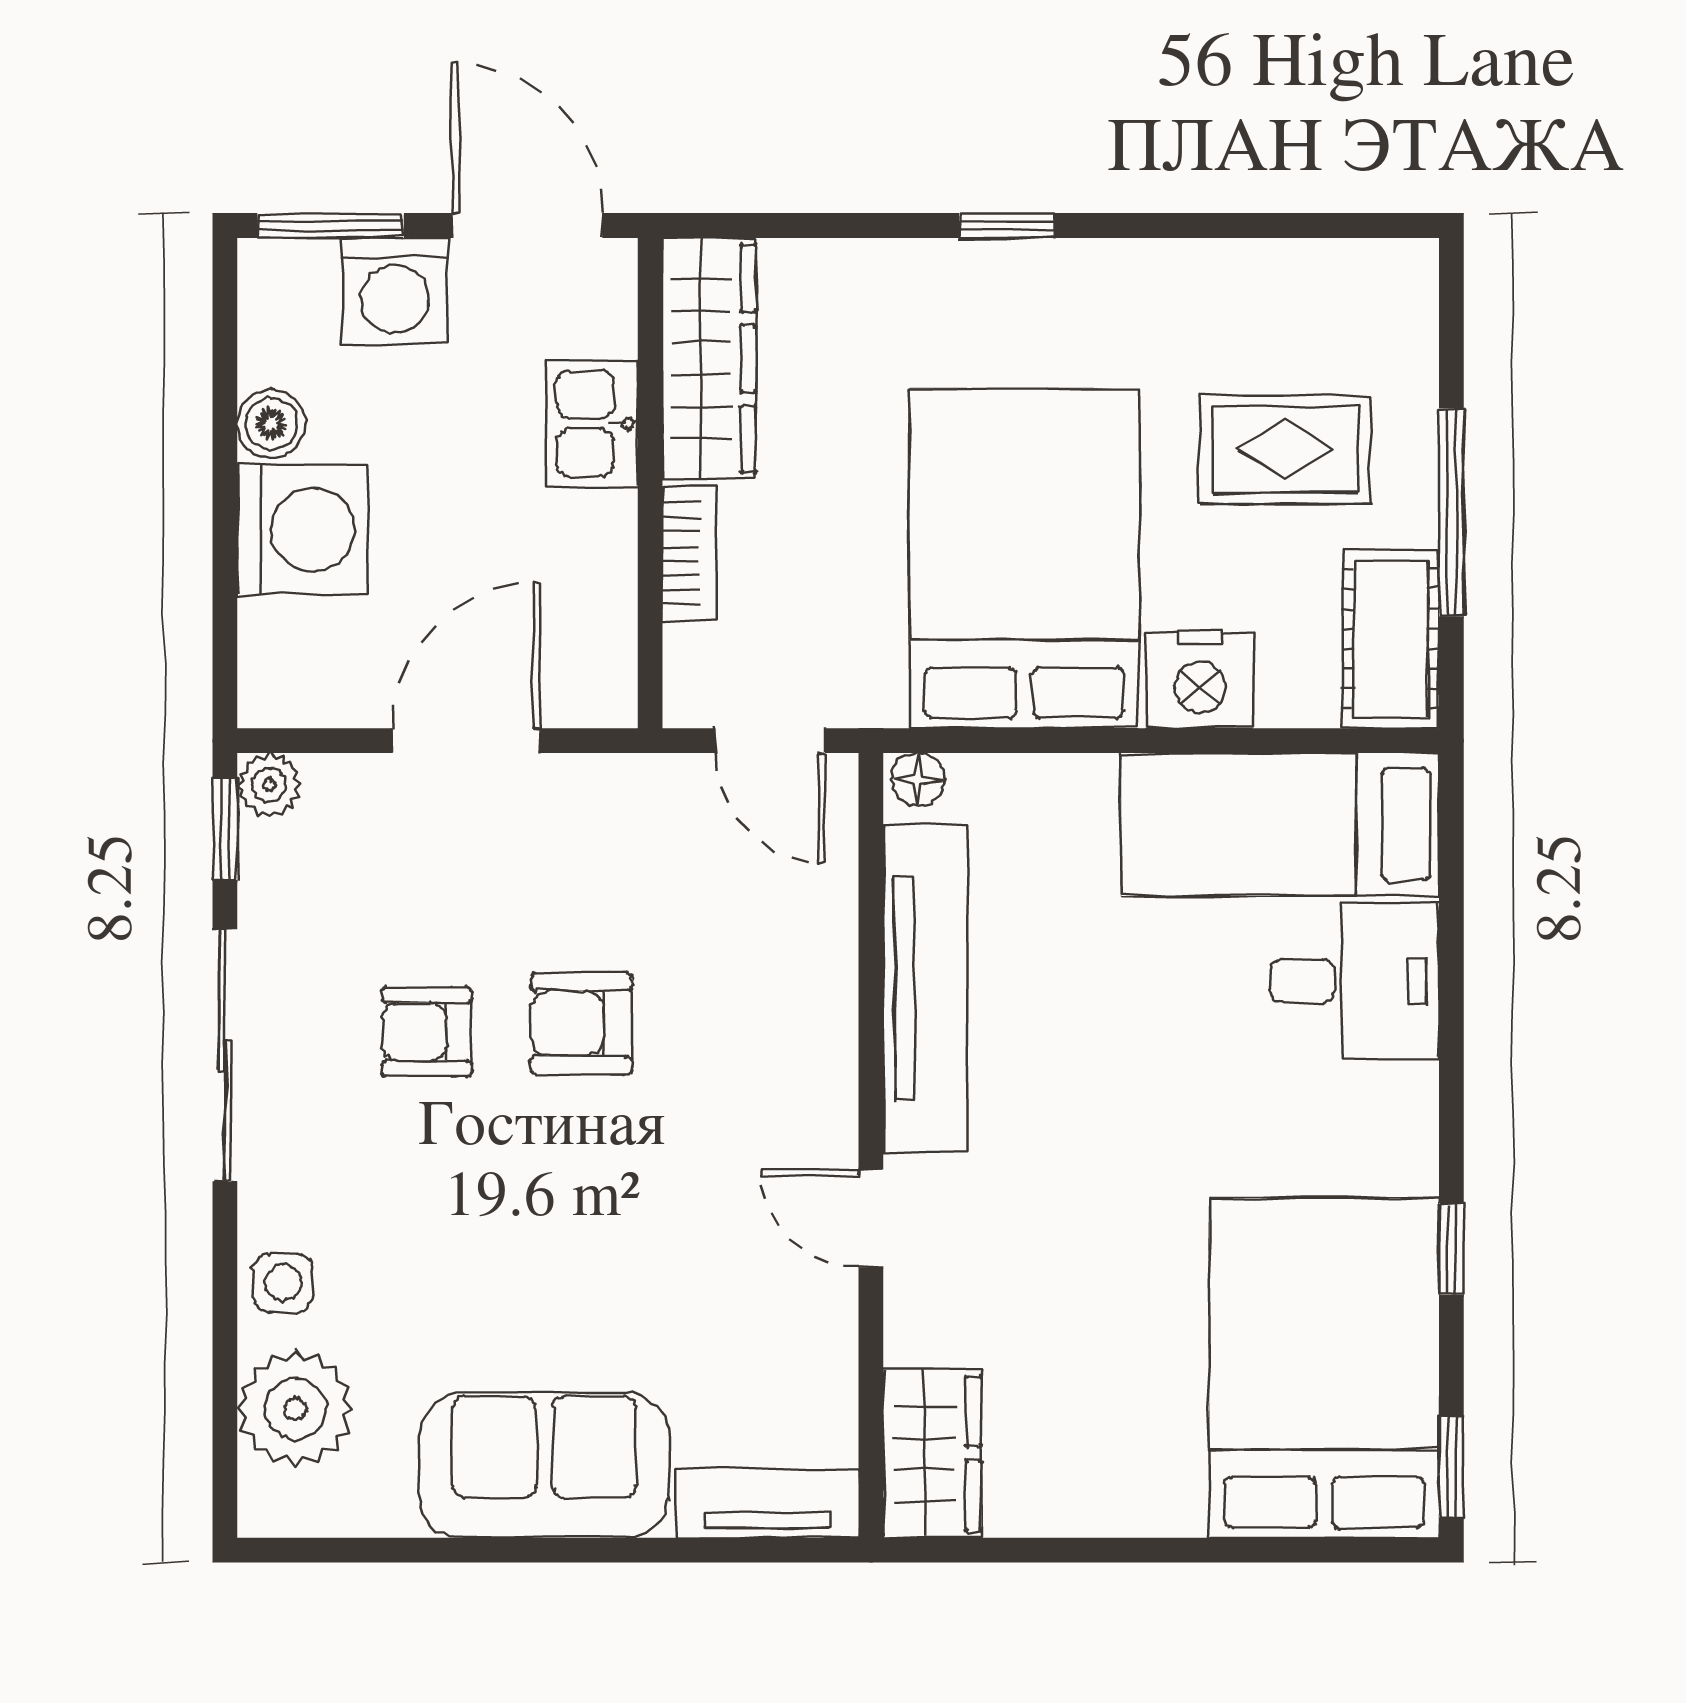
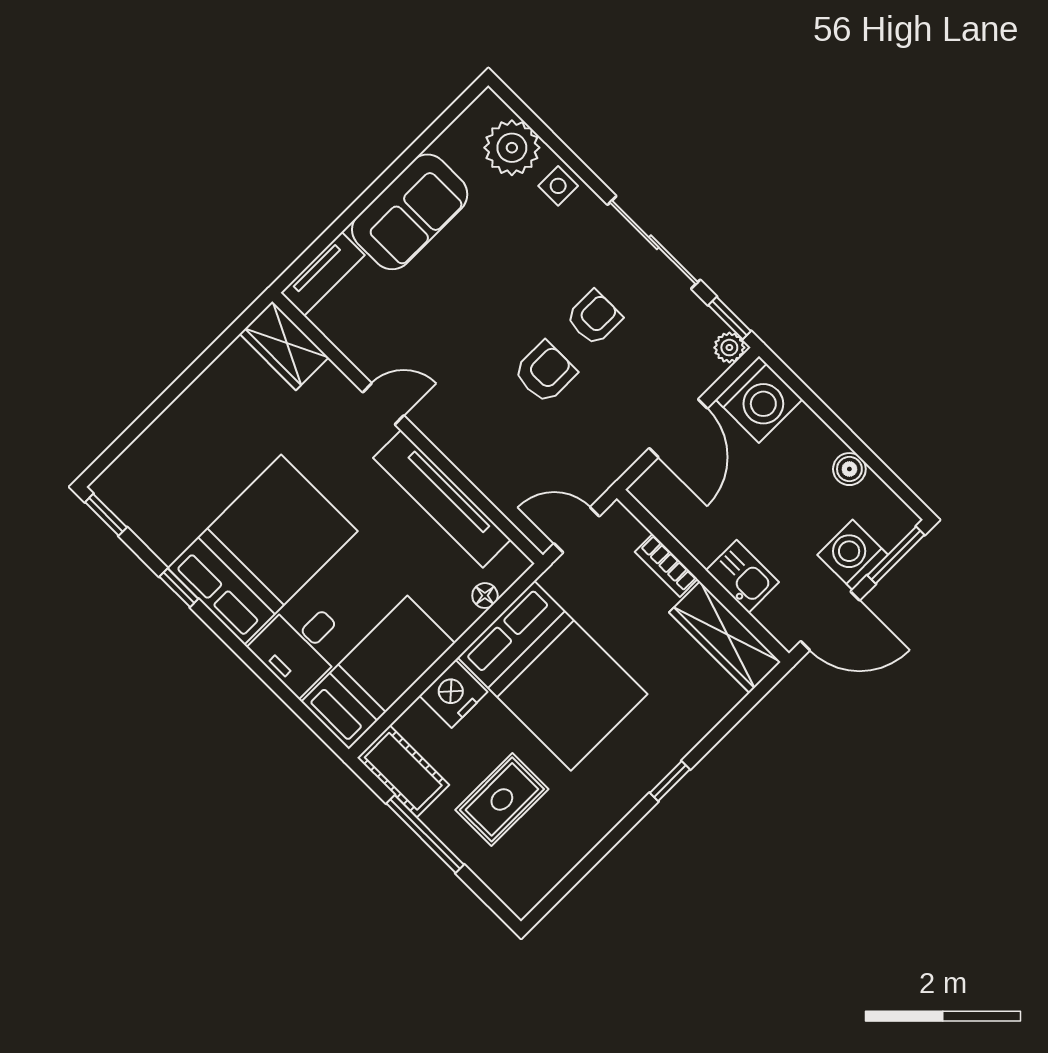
washing machine: (302, 530) -> (759, 399), moved, turned -90
floor lamp: (918, 780) -> (485, 596), moved
bed: (1324, 1368) -> (263, 550), moved, turned -90

